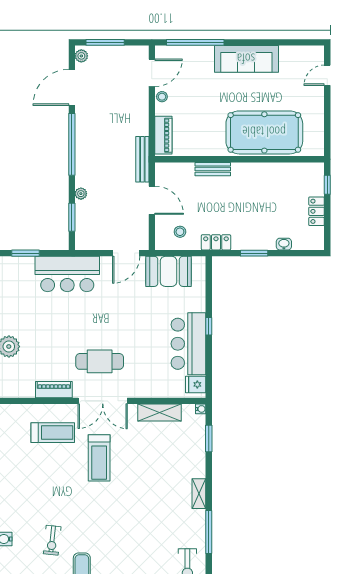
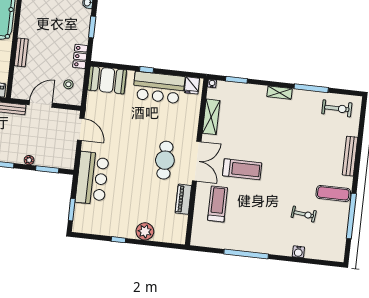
booth: (169, 271) -> (107, 80), moved, turned 90

